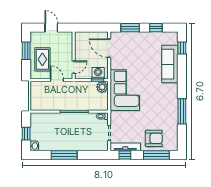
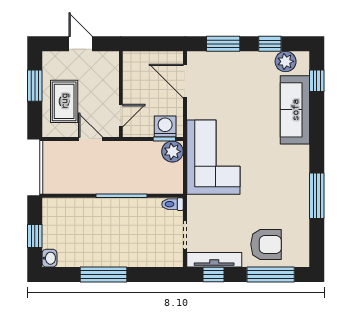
plant: (165, 37) -> (286, 61), added

